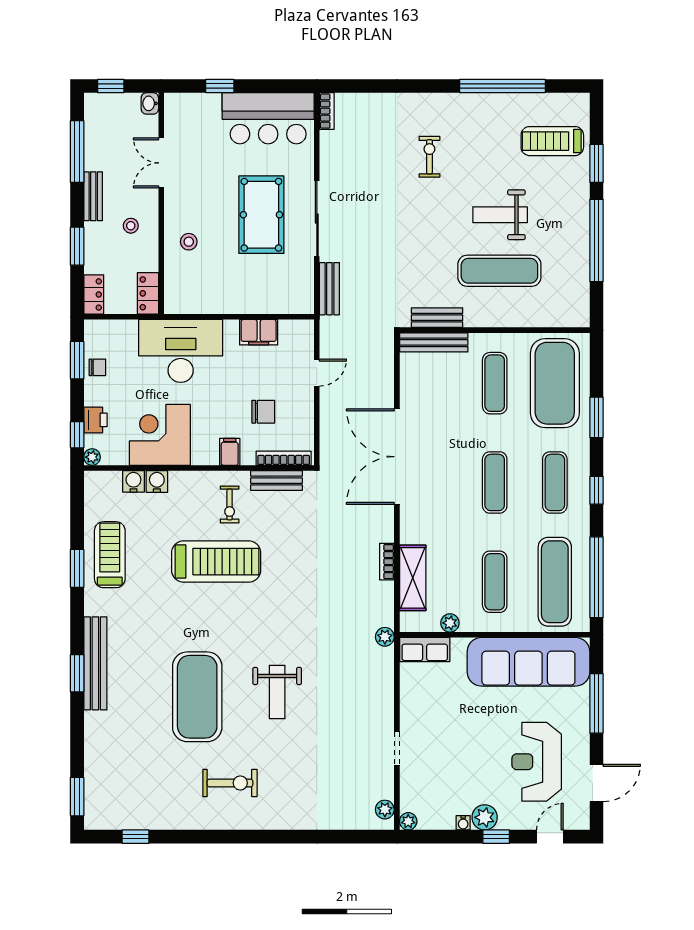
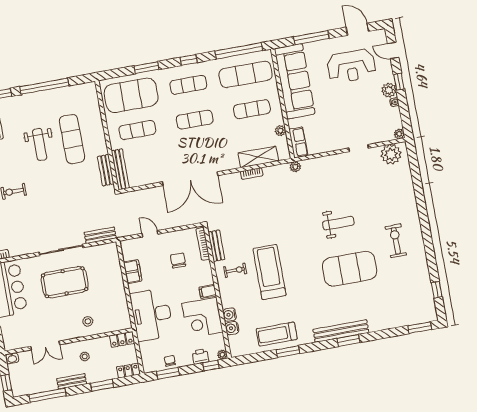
filing cabinet: (230, 452) -> (208, 292), moved
plant: (385, 810) -> (391, 154), width x1.87, depth x1.87

